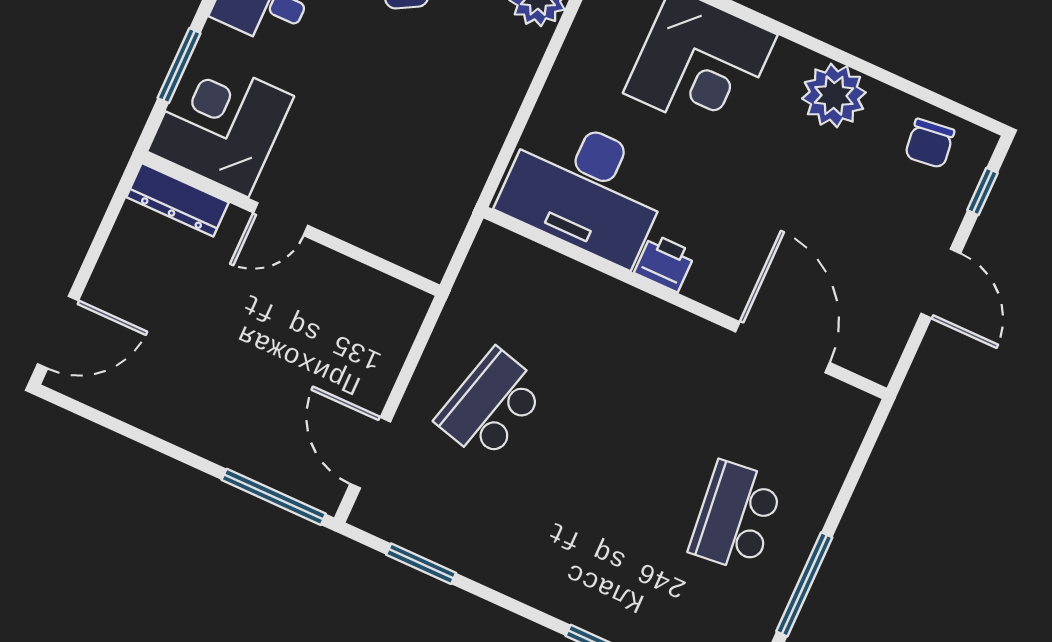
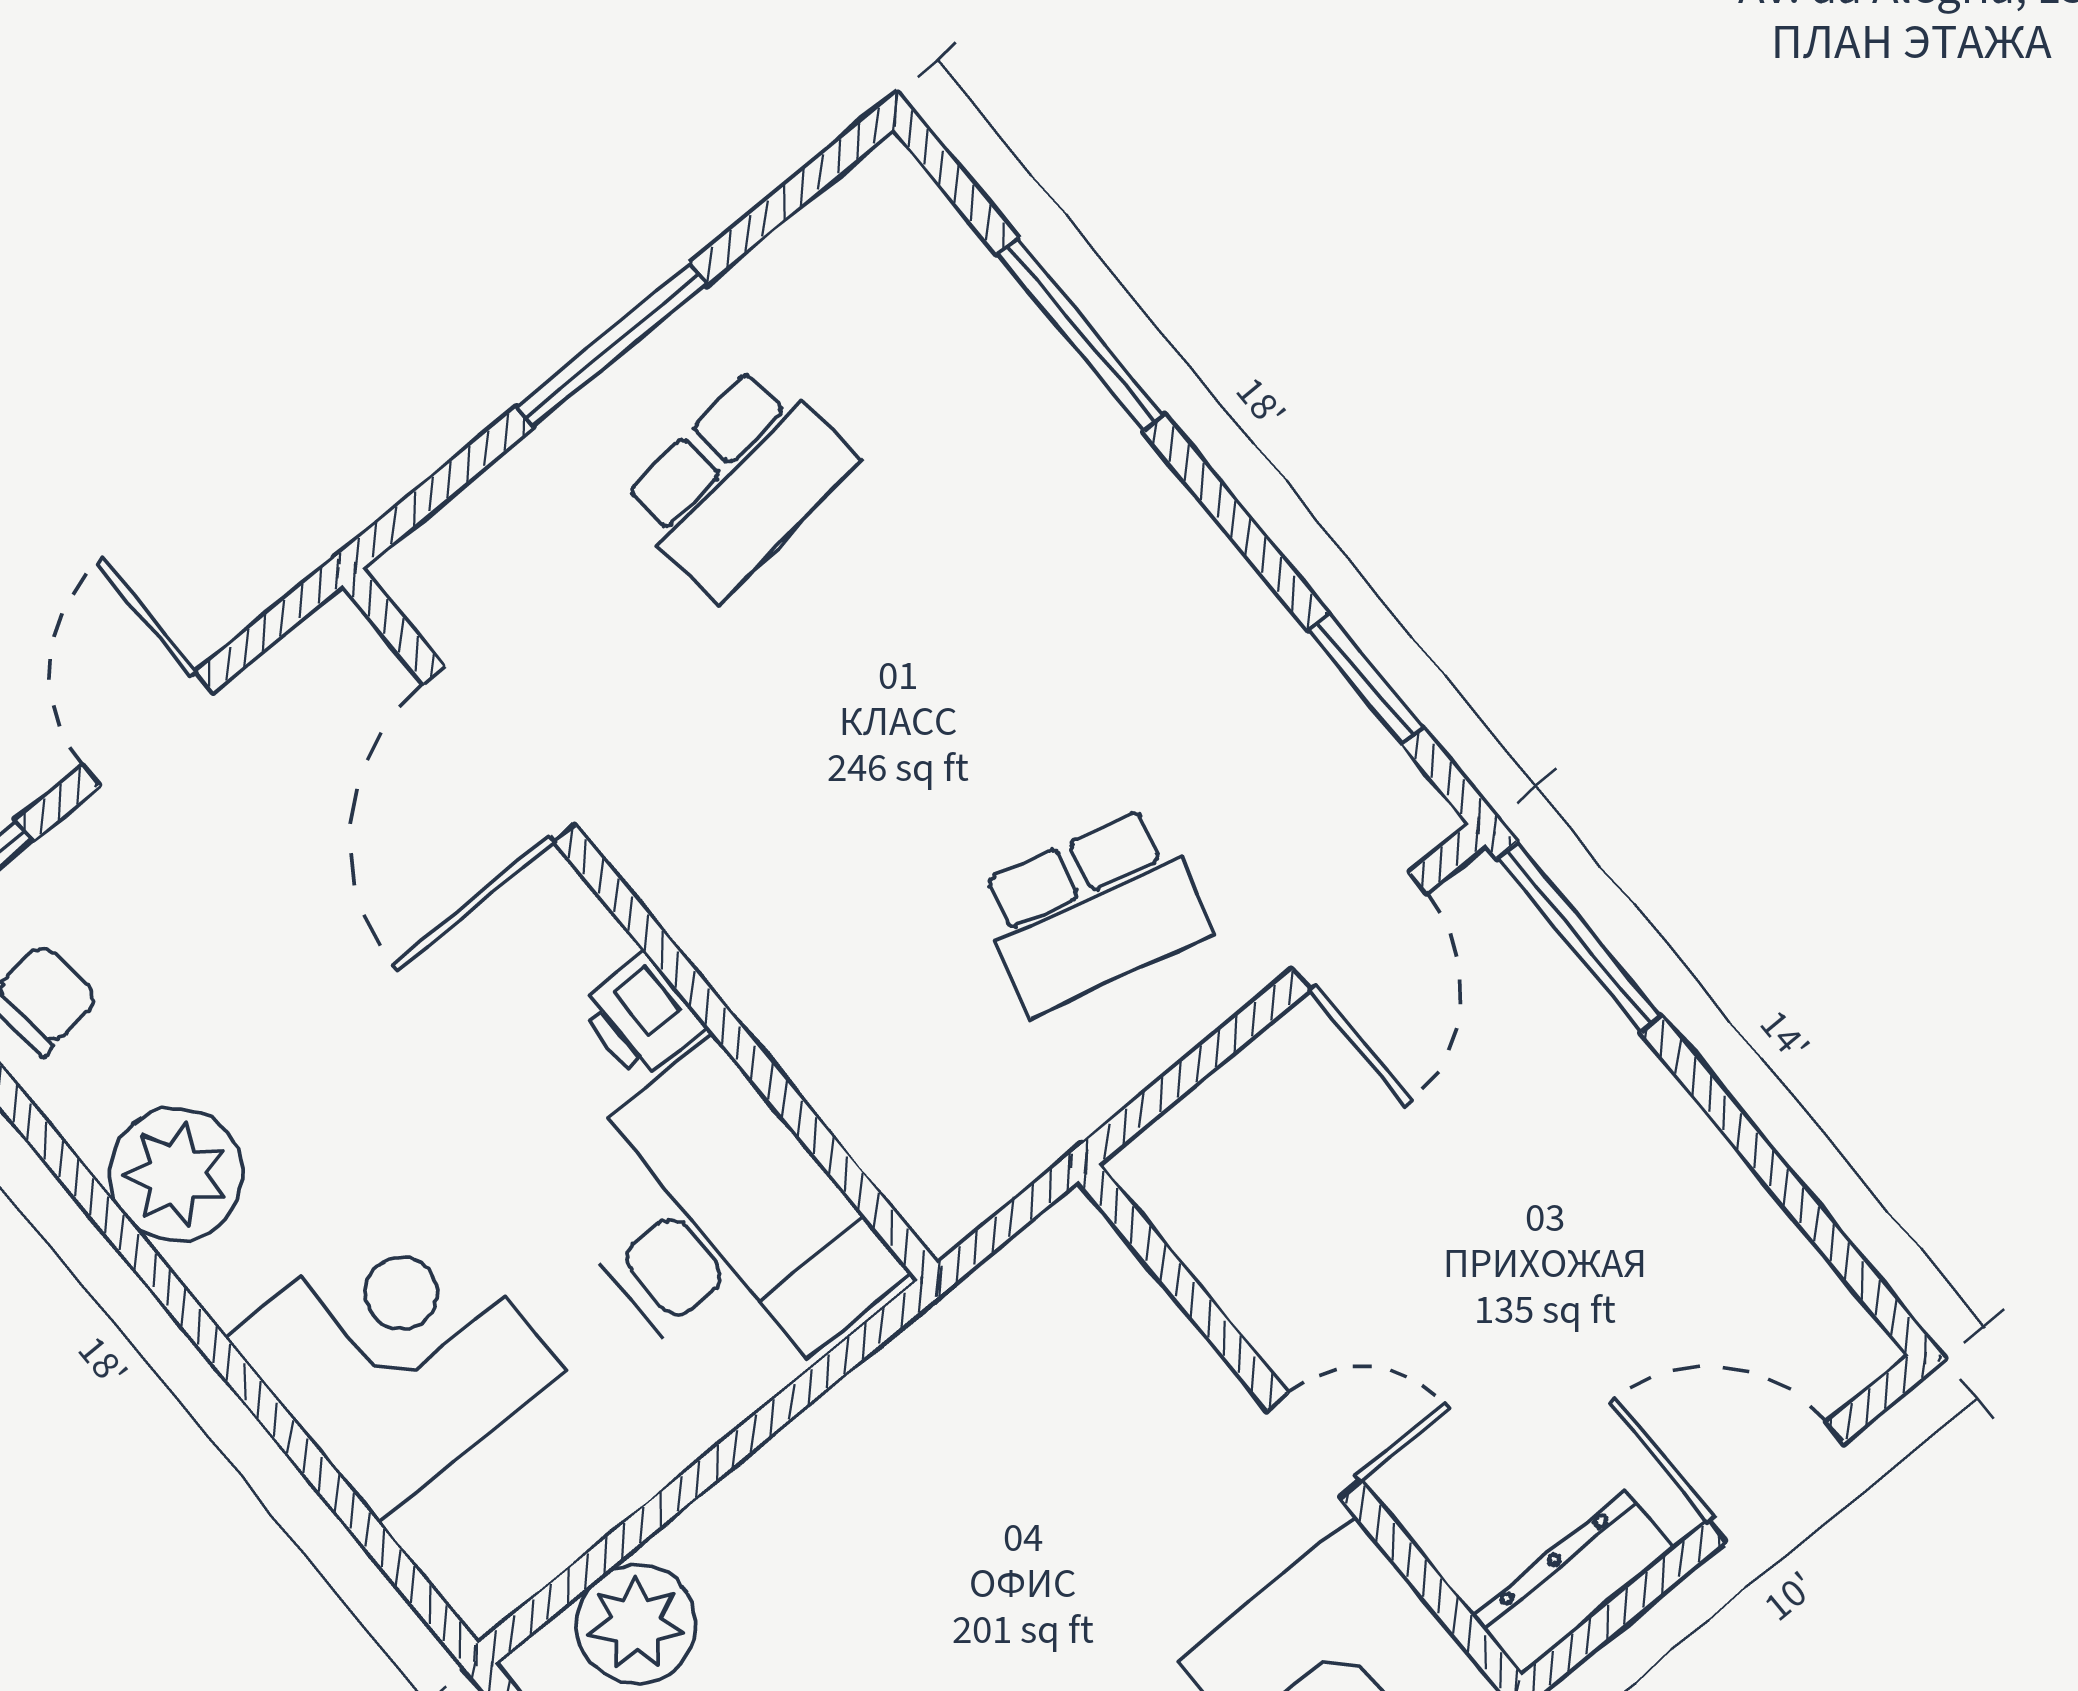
dresser: (178, 200) -> (1573, 1583), moved, turned -90
door: (58, 332) -> (1776, 1482), moved
window: (804, 584) -> (611, 345), moved

